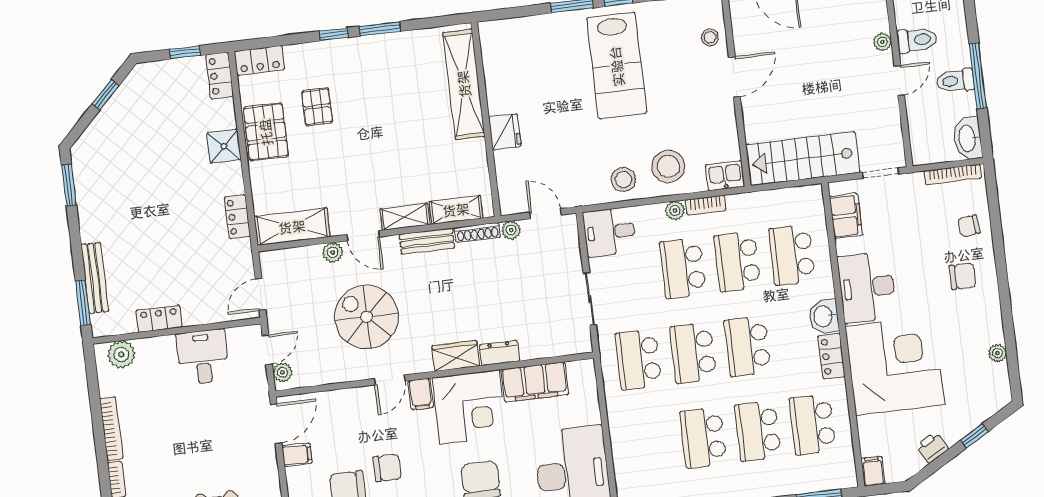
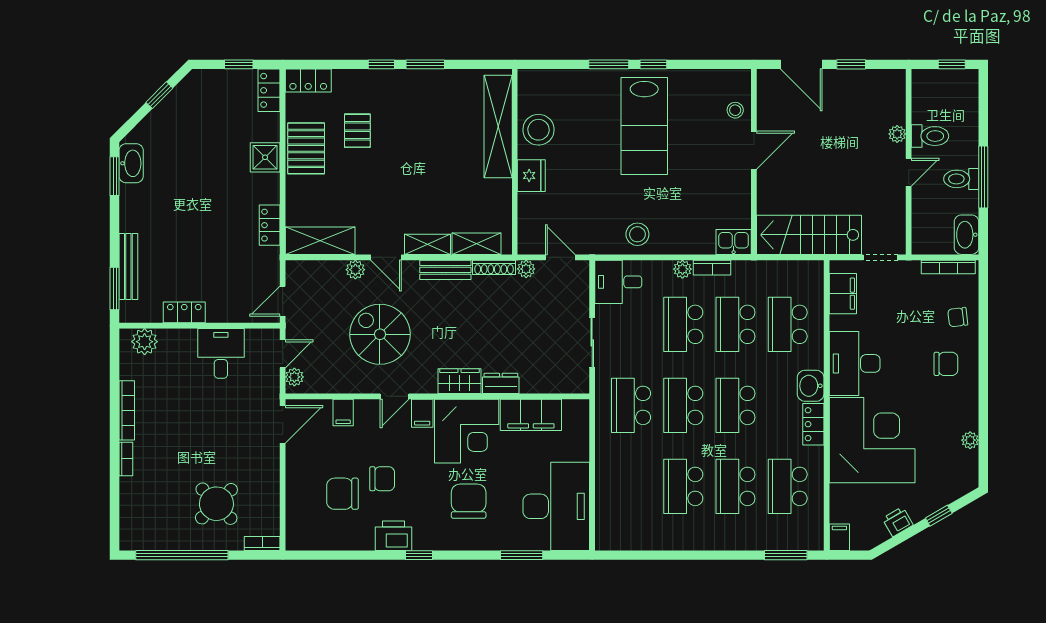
stool: (668, 166) -> (538, 130), moved
washbasin: (85, 169) -> (131, 163), added
filing cabinet: (297, 455) -> (343, 412), moved, turned 90

